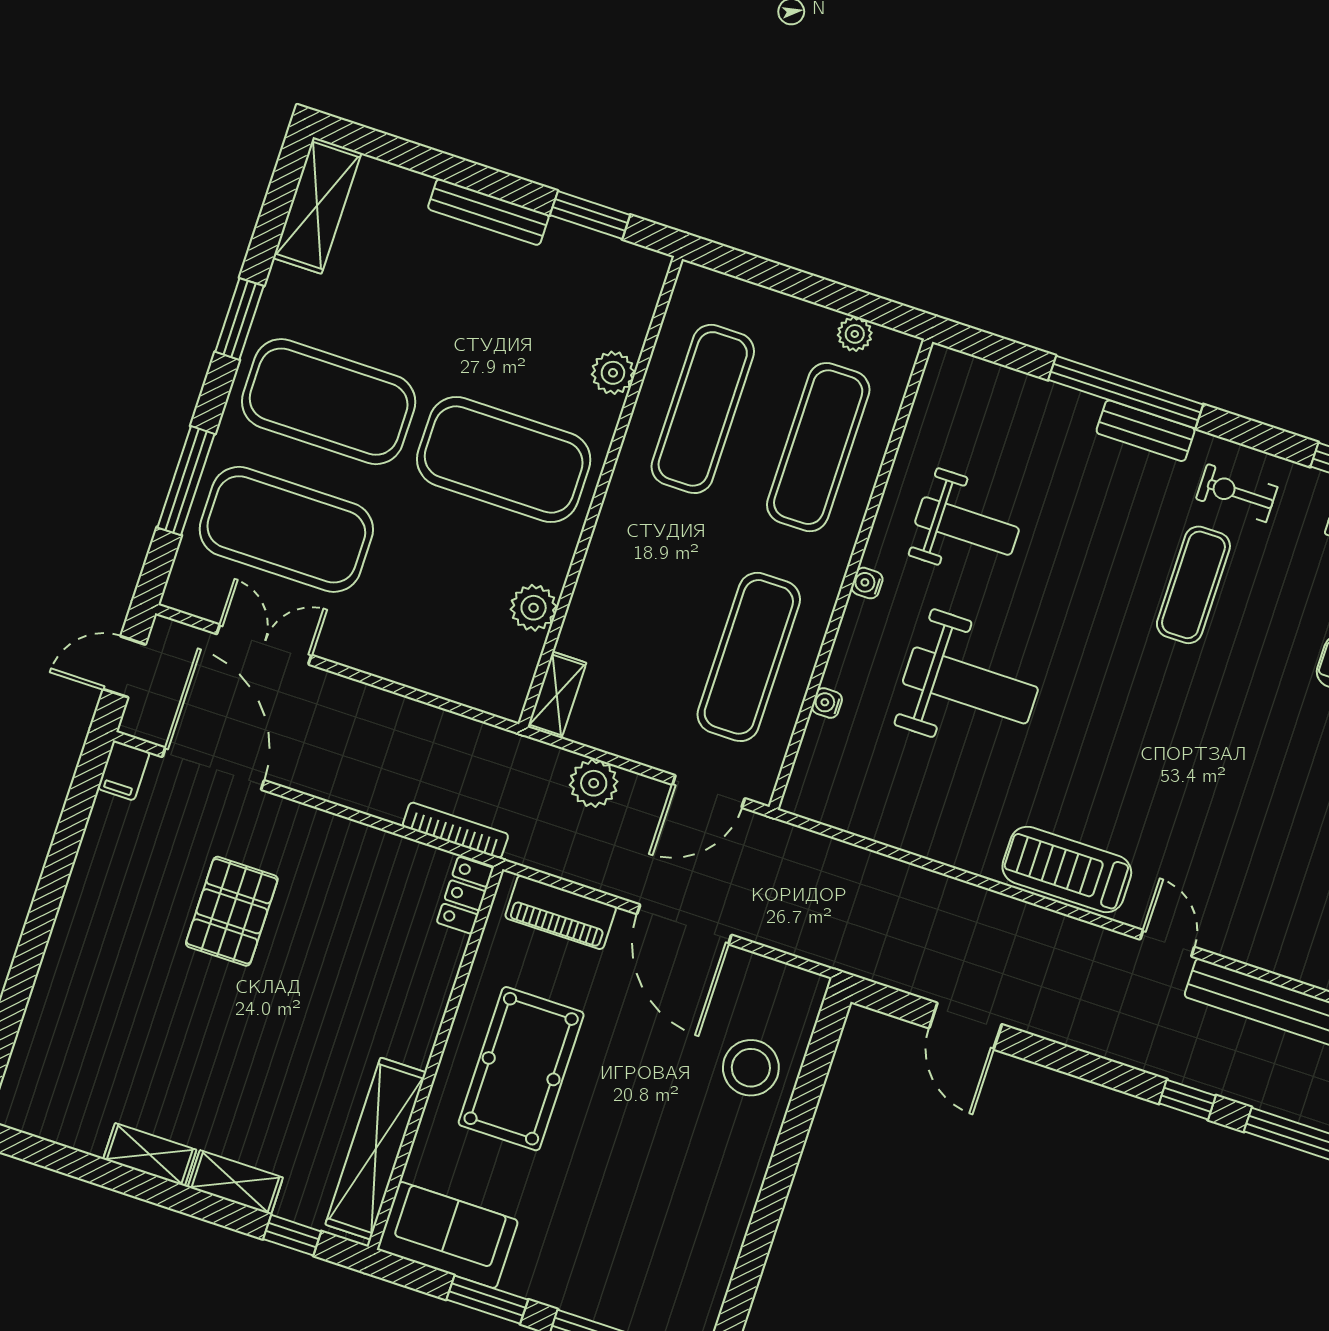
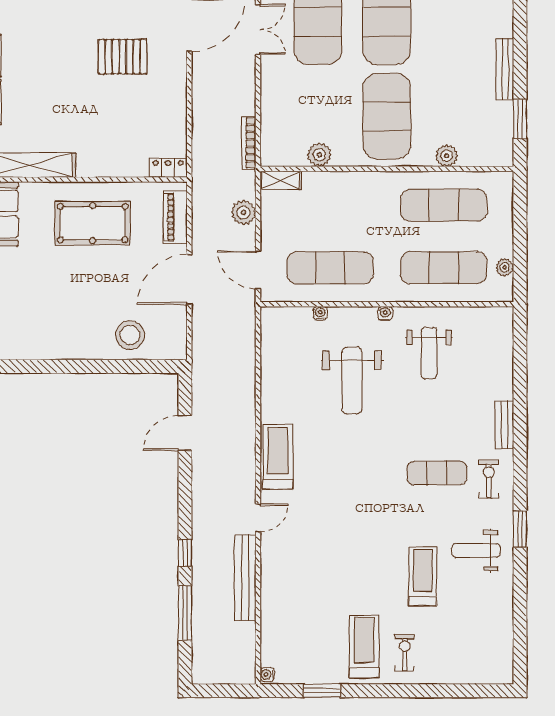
window: (1126, 392) -> (520, 409), removed
bookcase: (455, 830) -> (249, 143), moved, turned 180

